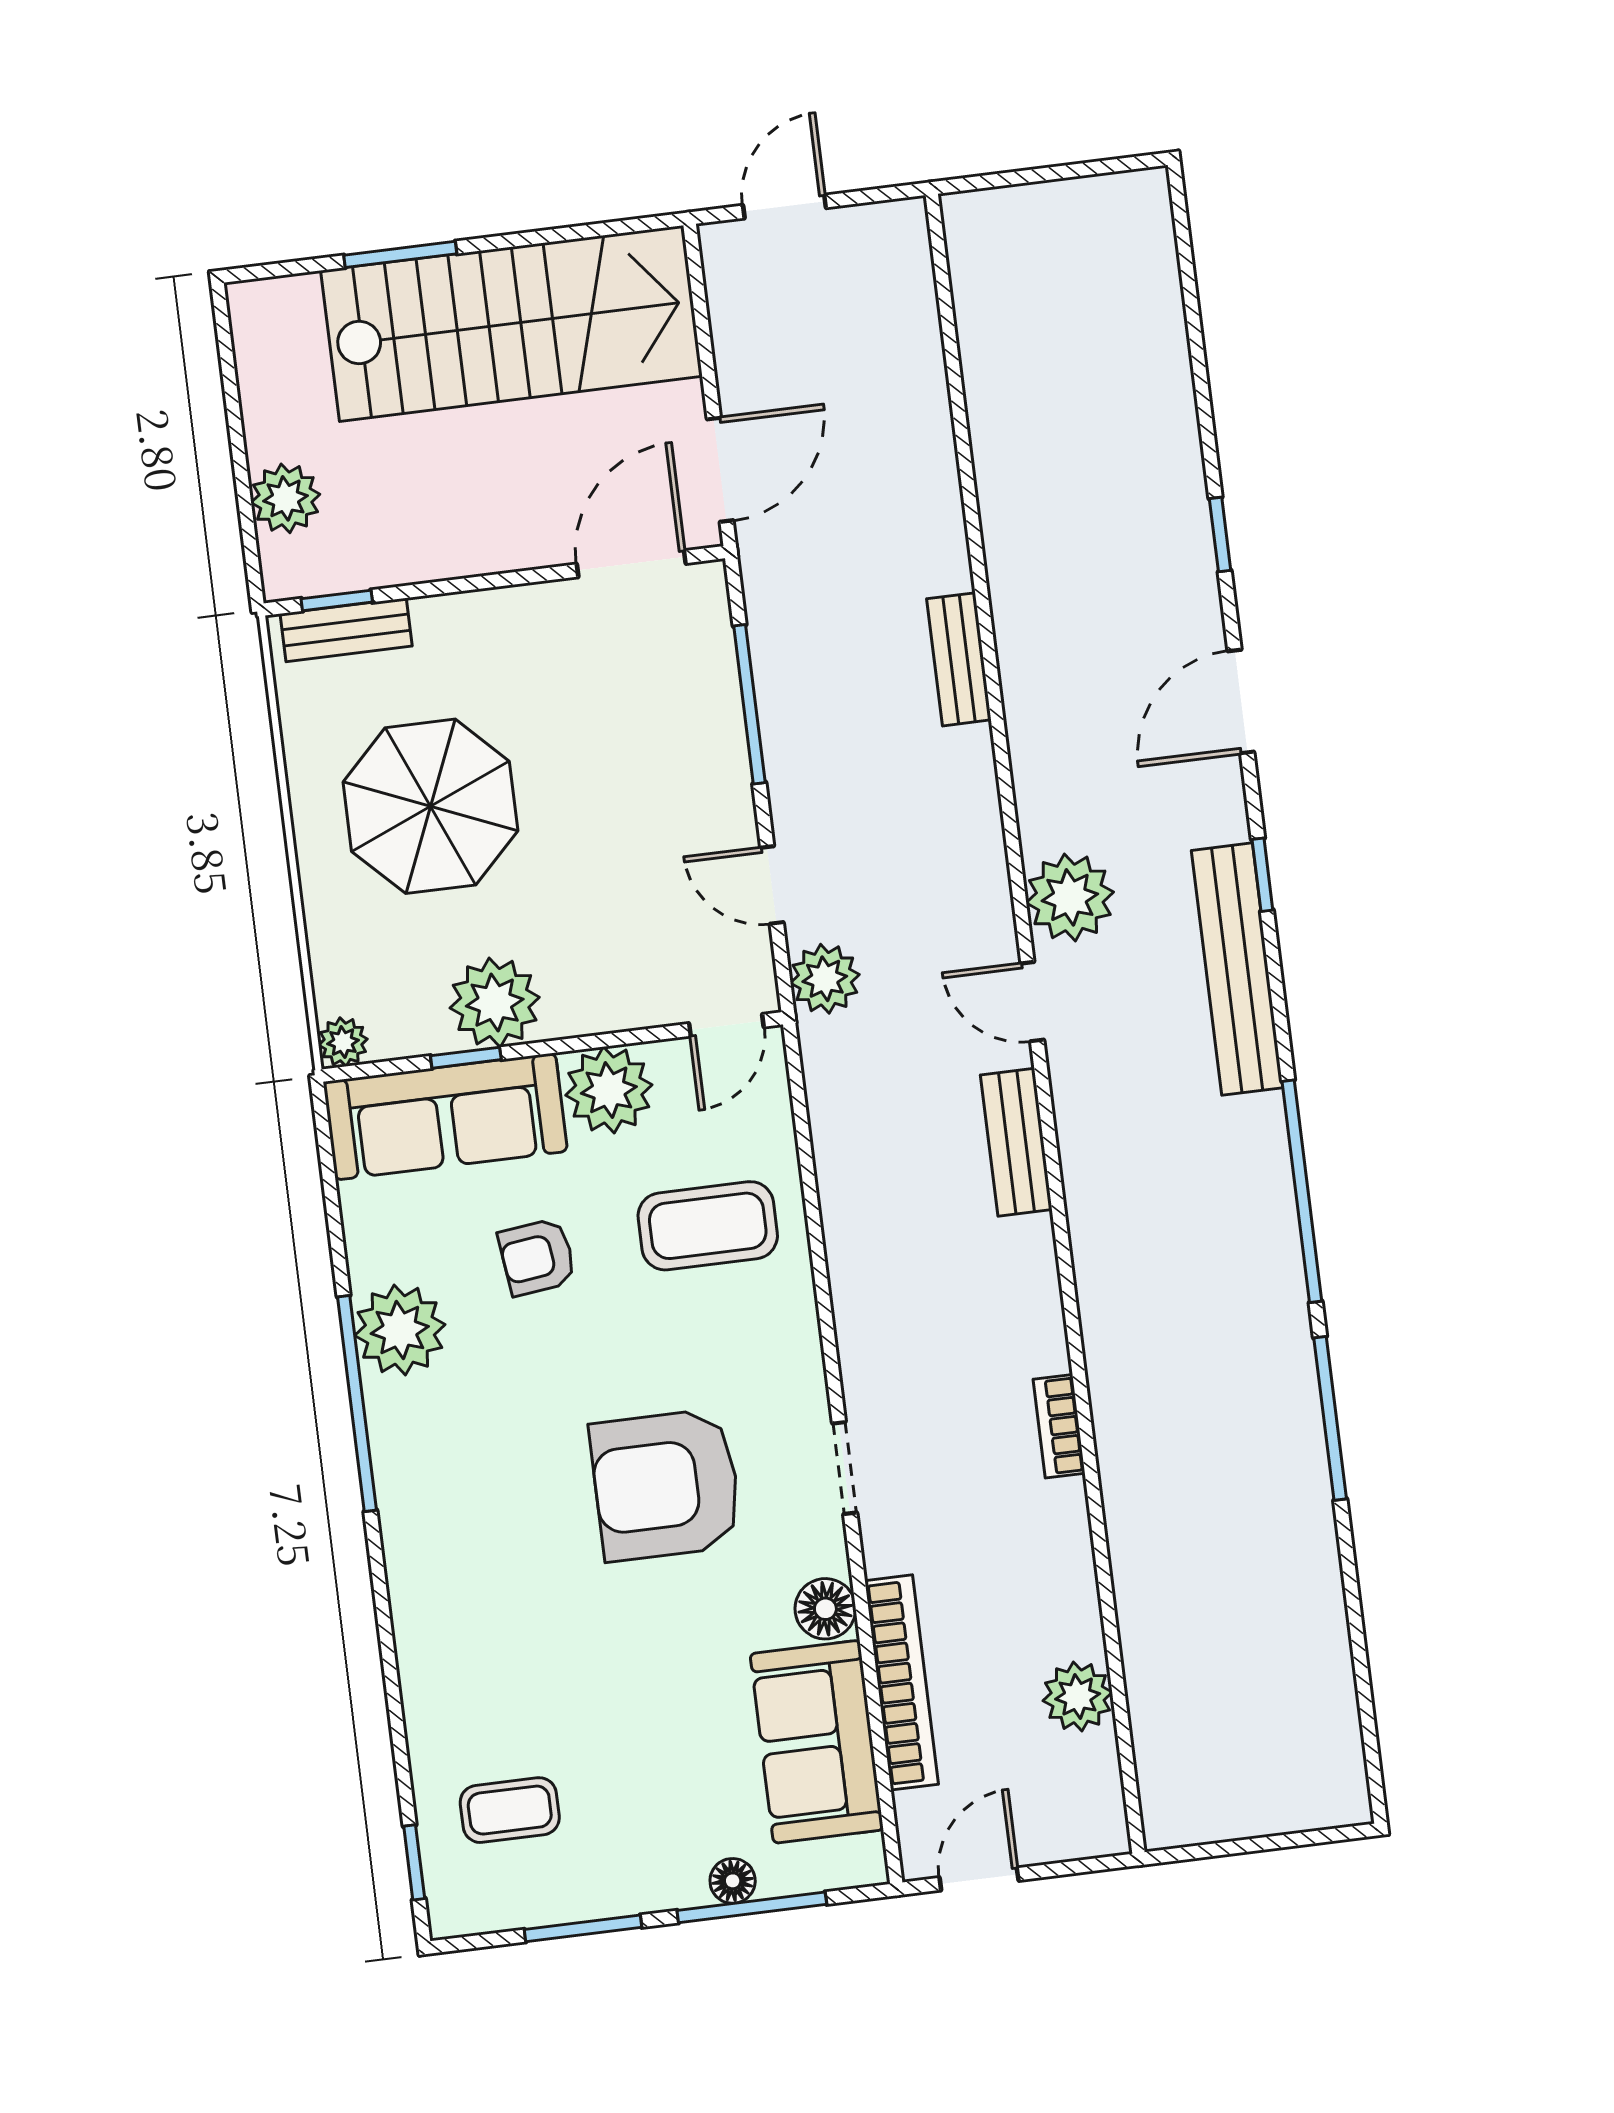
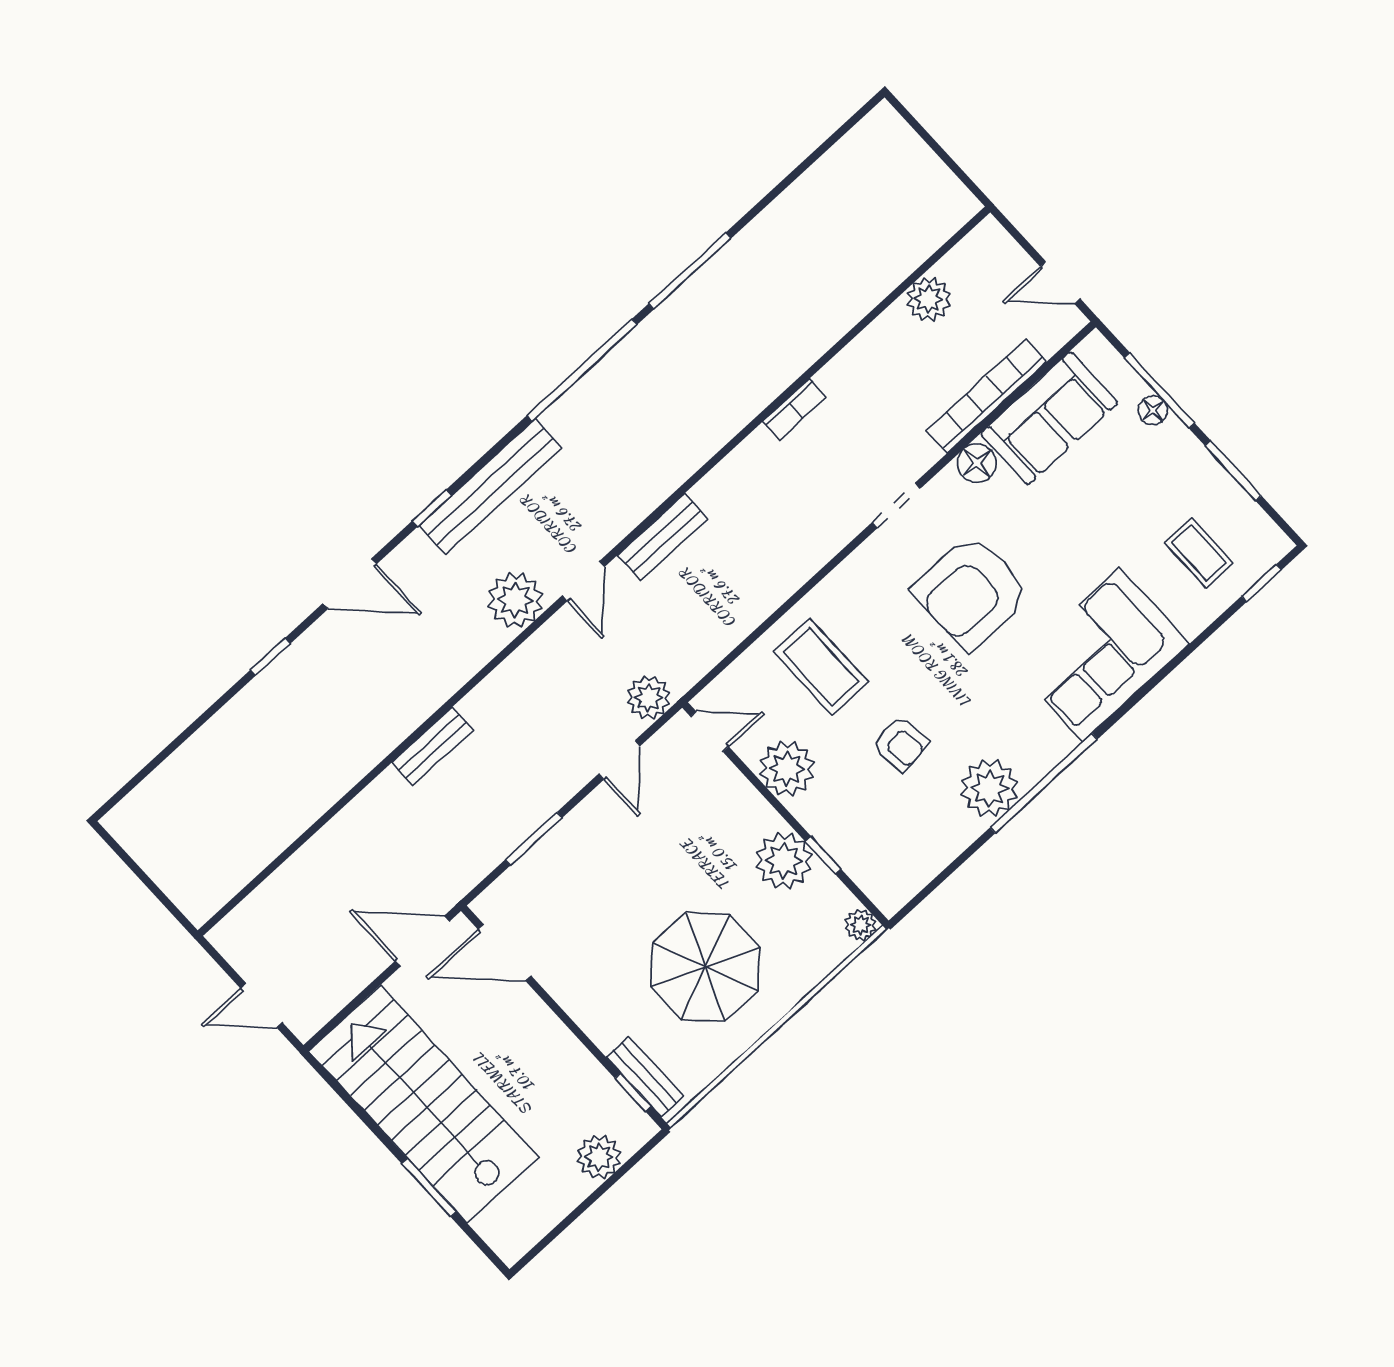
window: (749, 704) -> (534, 839), width x0.69
sofa: (445, 1117) -> (861, 844), removed
armchair: (666, 1485) -> (971, 592), turned 90
corner sofa: (468, 1594) -> (1101, 655), added

